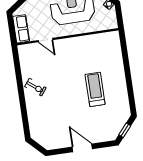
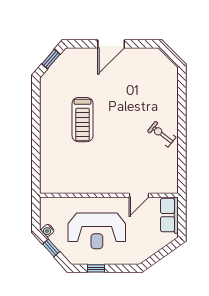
door: (45, 40) -> (139, 195), swing flipped
door: (82, 148) -> (111, 44), hinge flipped

